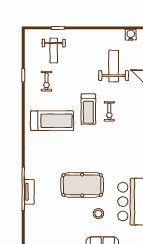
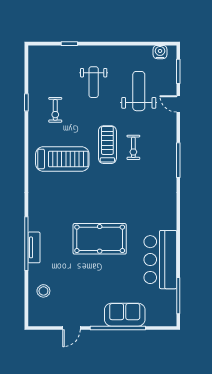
weight bench: (54, 51) -> (94, 82), moved
treadmill: (88, 109) -> (107, 145), turned 180
stool: (98, 214) -> (43, 291), moved

